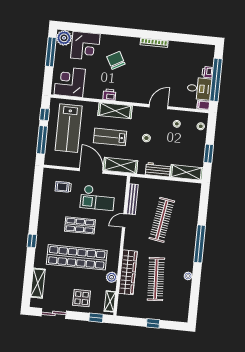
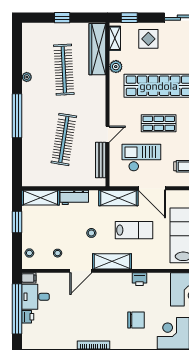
chair: (116, 60) -> (136, 320), turned -61
shelving: (115, 111) -> (112, 261), moved
wardrobe: (128, 272) -> (97, 49), moved

